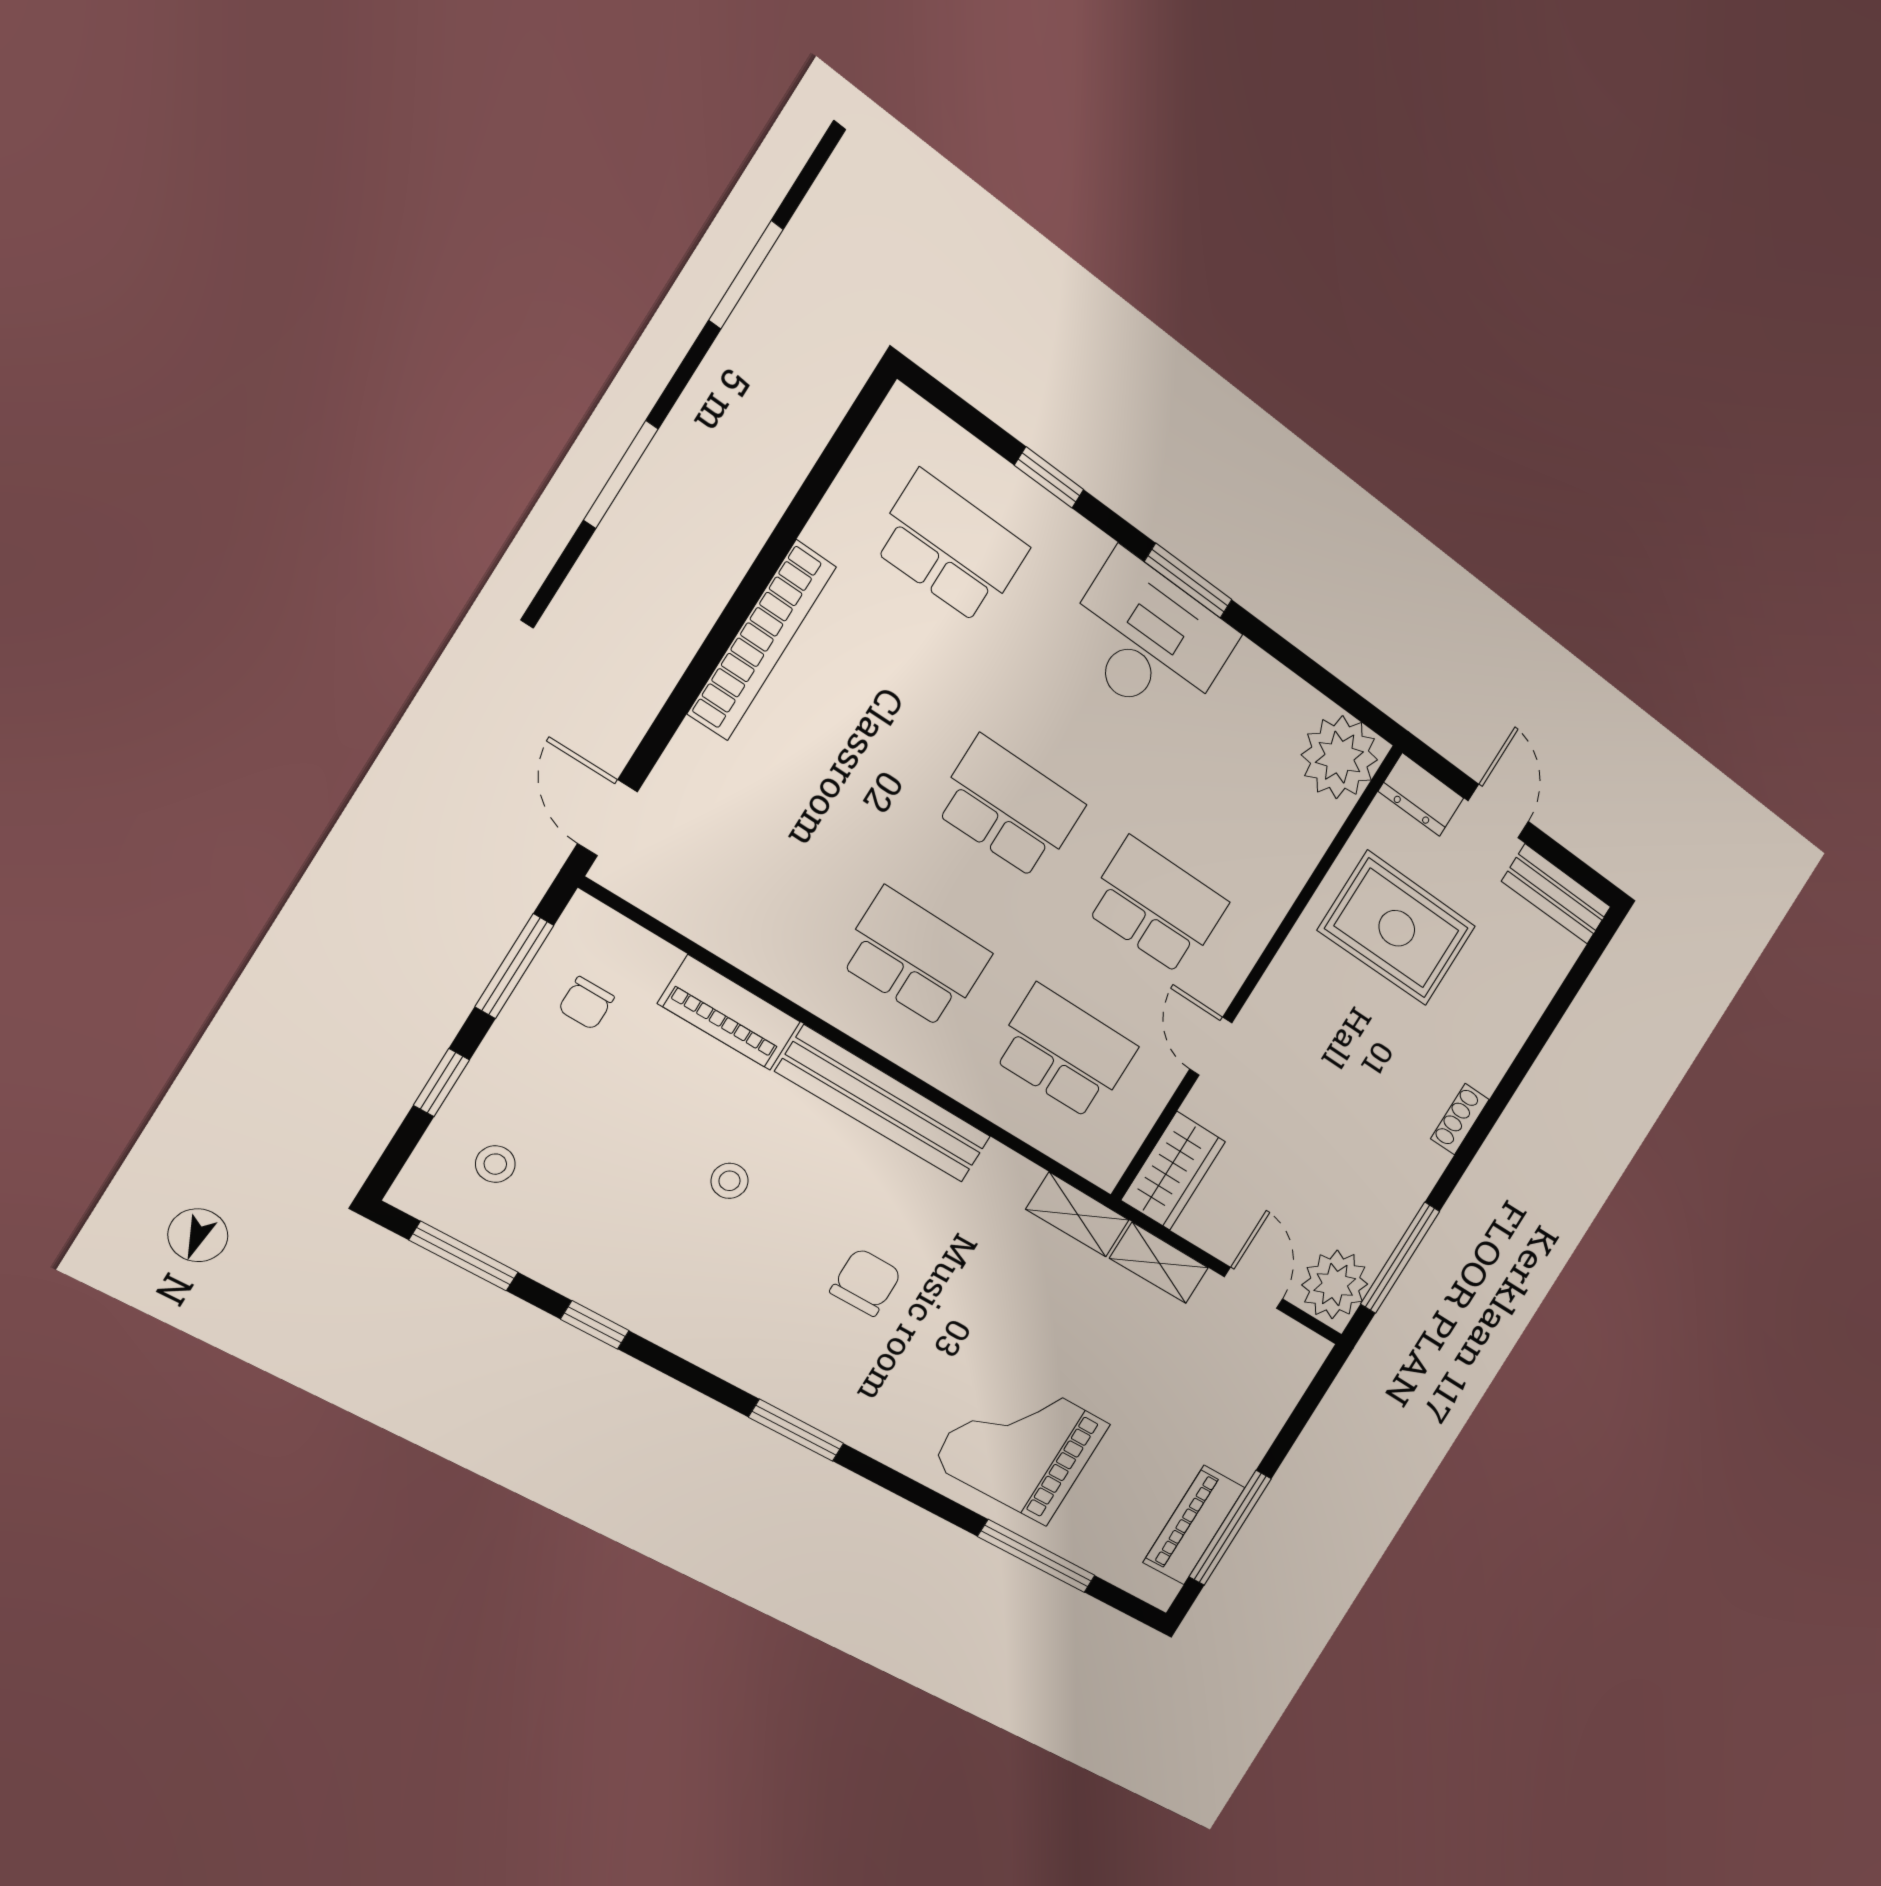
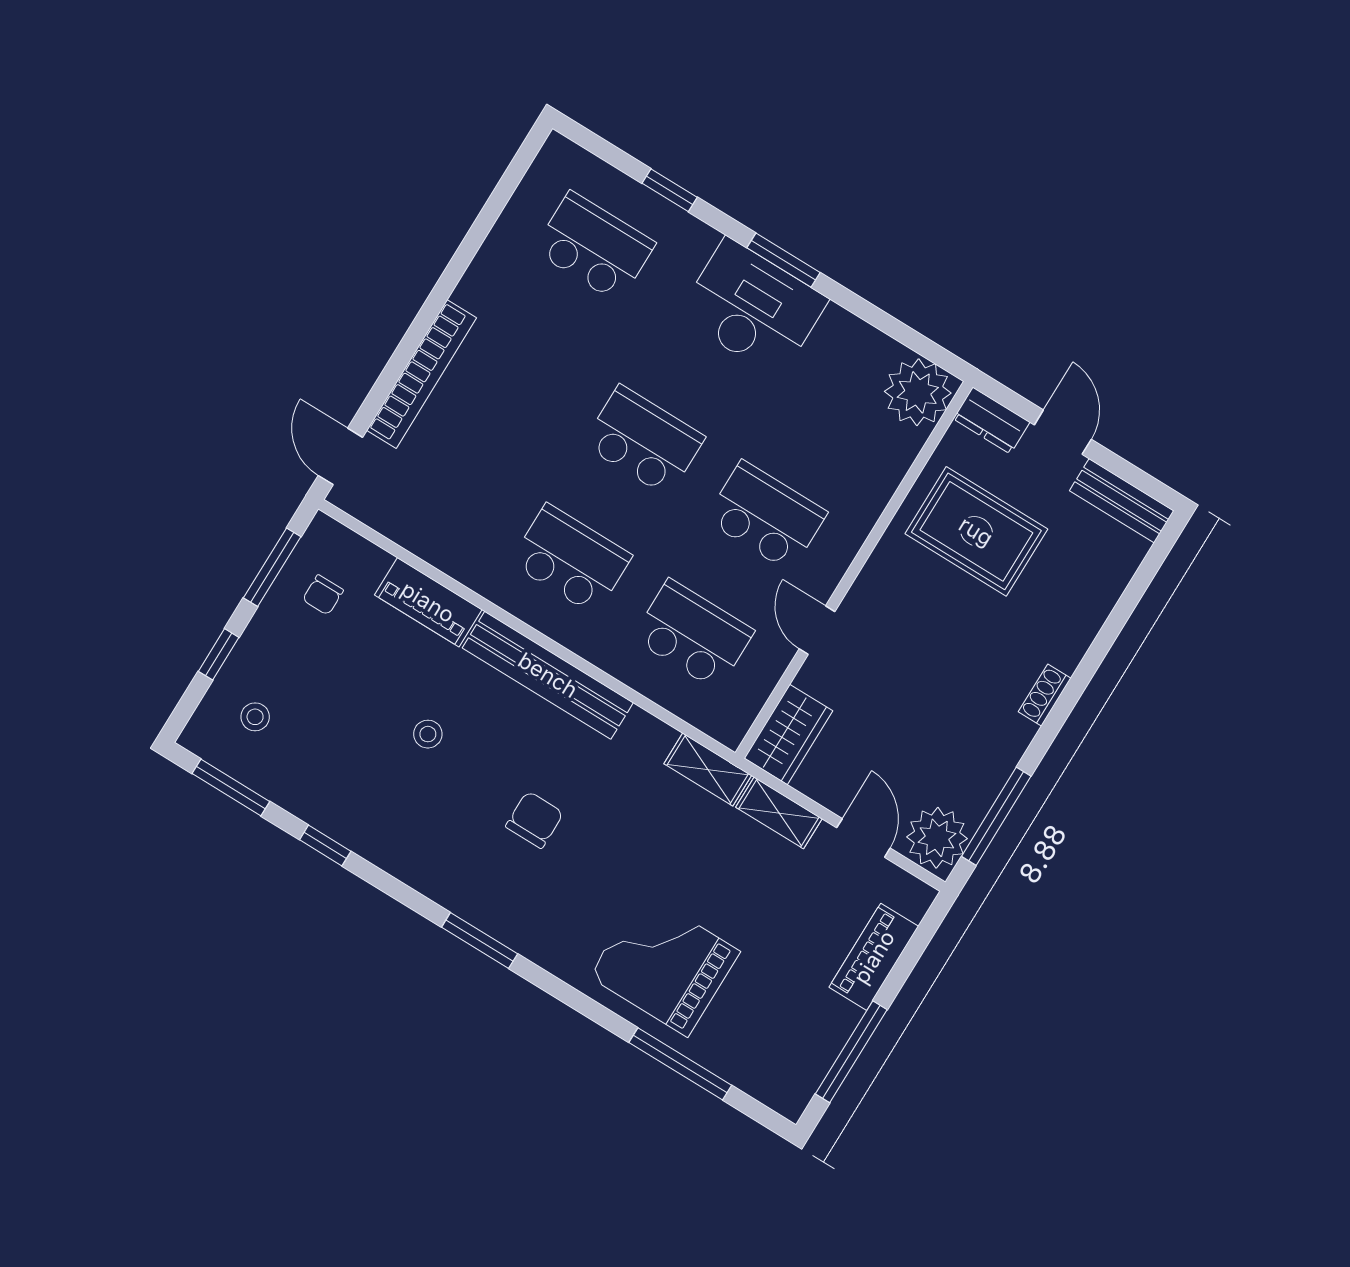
bookcase: (762, 640) -> (422, 374), moved
piano: (1194, 1525) -> (874, 957), moved

